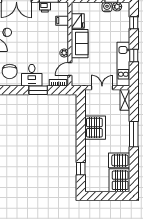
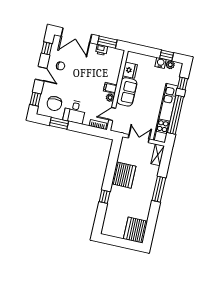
filing cabinet: (62, 21) -> (110, 88), moved
window: (134, 55) -> (176, 115), width x3.17
kitchen unit: (123, 64) -> (166, 113), width x1.36
window: (38, 90) -> (59, 123), moved
server rack: (119, 160) -> (139, 211), removed
window: (81, 169) -> (105, 197), moved

